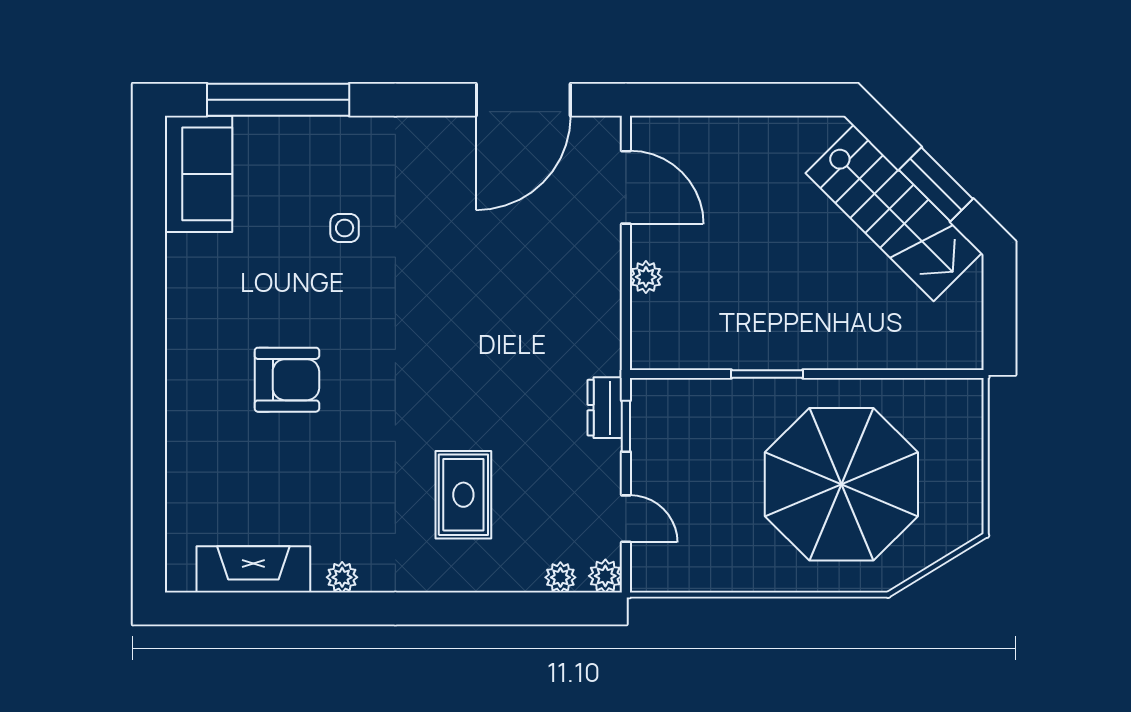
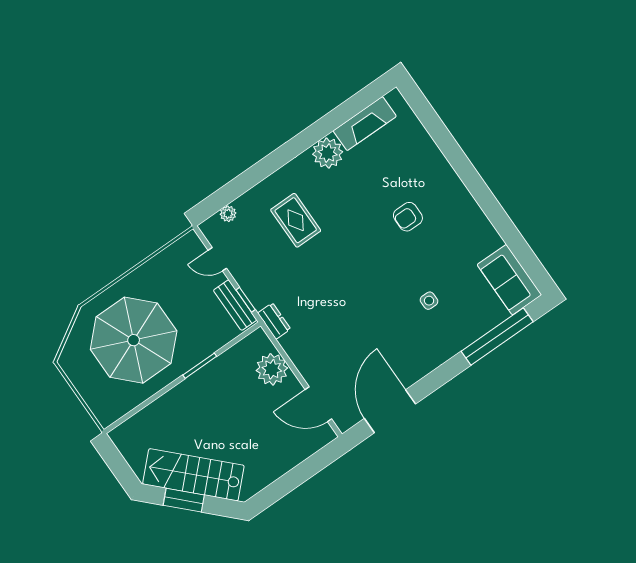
plant: (646, 277) -> (272, 369), width x1.88, depth x1.88
armchair: (287, 380) -> (408, 217), width x0.72, depth x0.72
dresser: (605, 408) -> (274, 321), moved
bench: (648, 429) -> (235, 305), added
plant: (605, 576) -> (209, 228), removed
plant: (342, 577) -> (328, 153), width x1.88, depth x1.88

